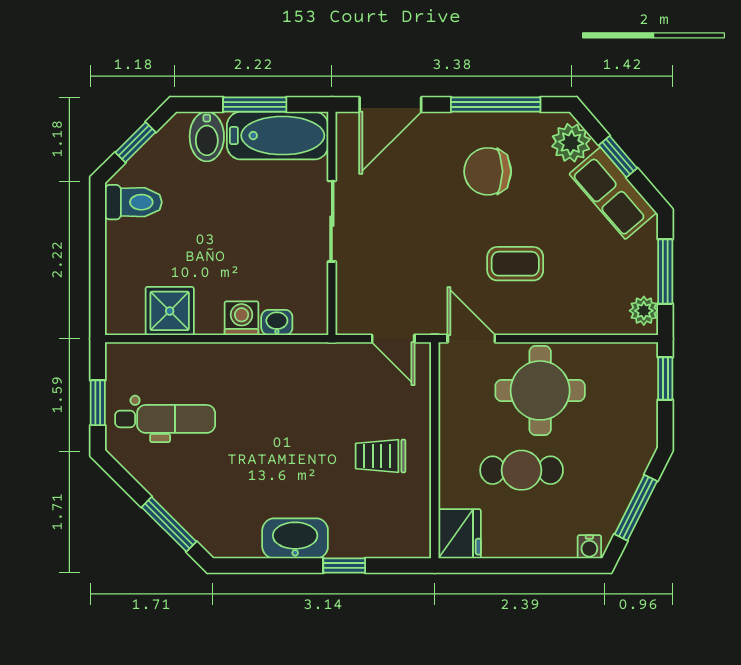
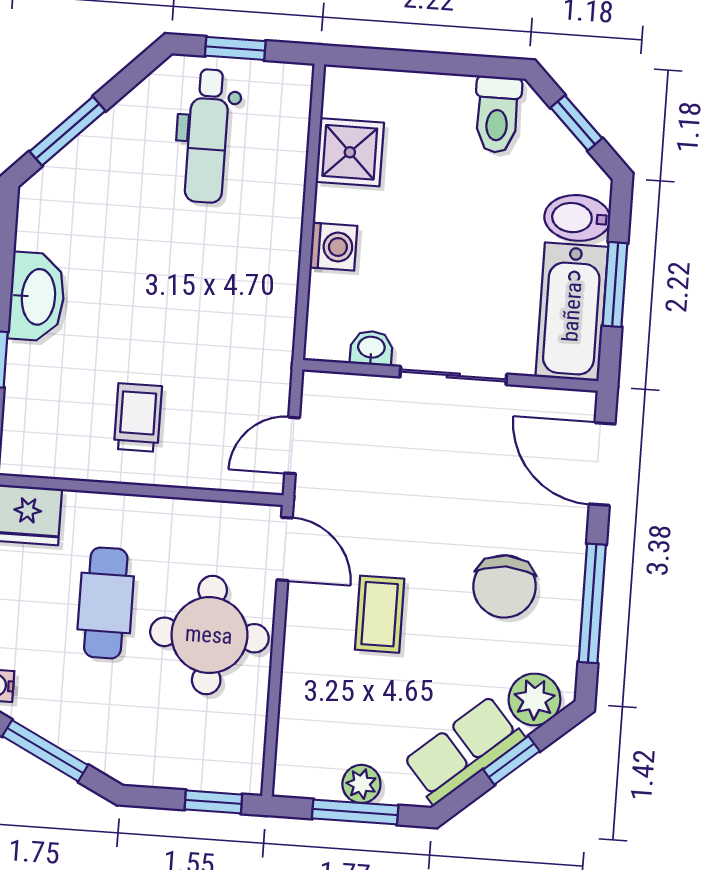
chair: (488, 171) -> (504, 586), turned 180
plant: (644, 311) -> (361, 784), moved
washbasin: (277, 322) -> (371, 348), moved, turned -90
door: (471, 339) -> (285, 549), hinge flipped

